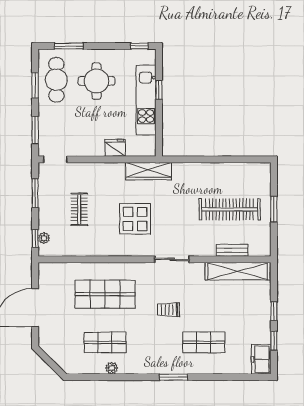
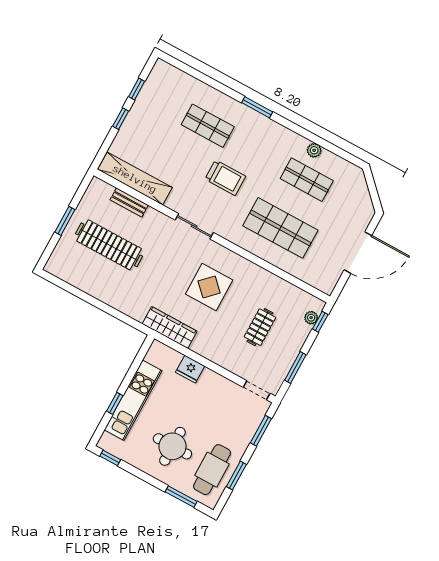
trolley: (168, 310) -> (225, 178), width x1.36, depth x1.39
freezer: (261, 359) -> (160, 77), removed

